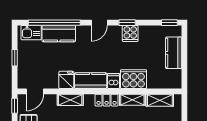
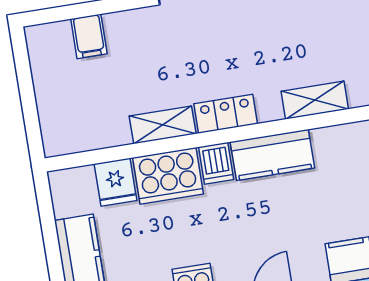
fridge: (66, 80) -> (116, 182), moved
shelving: (160, 100) -> (95, 135), removed

